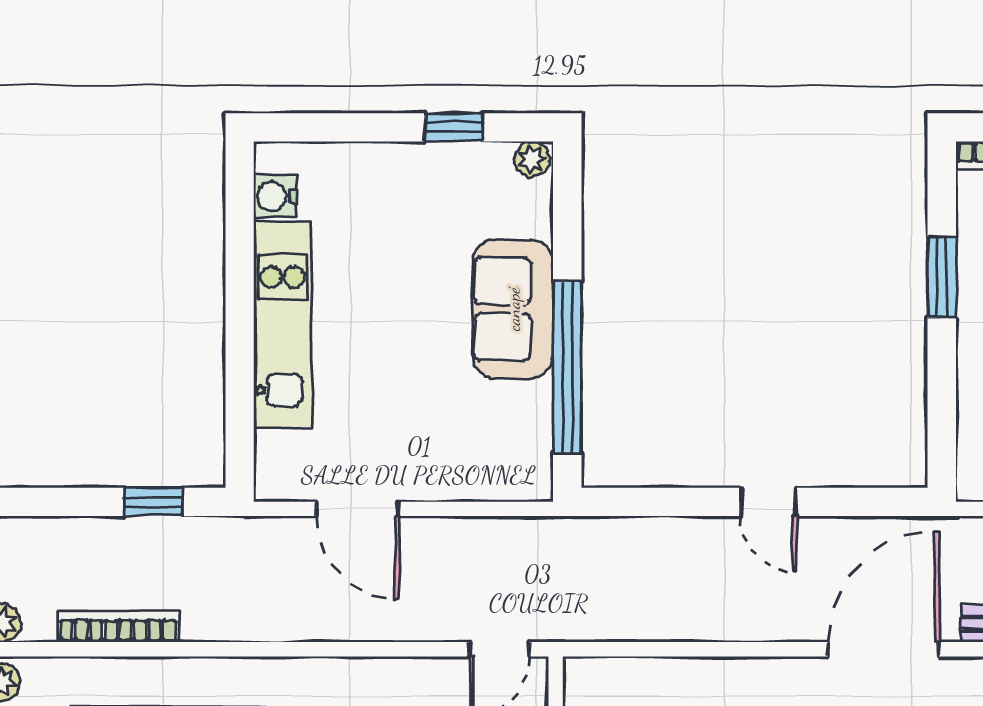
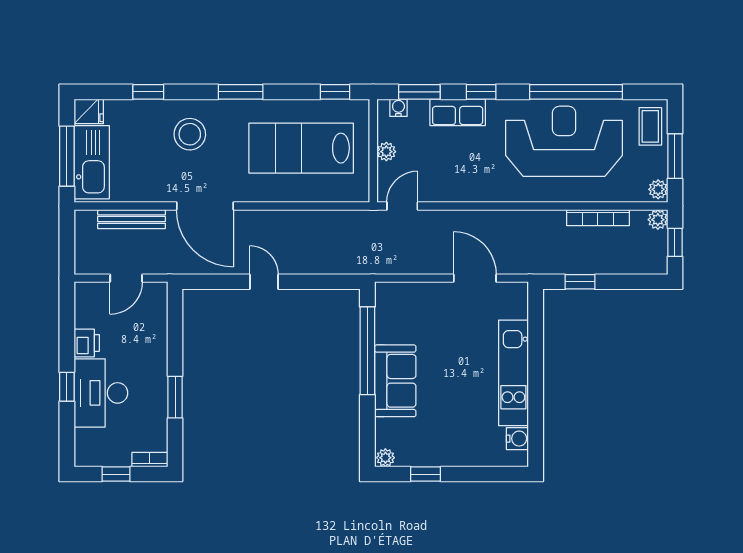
door: (883, 649) -> (205, 206), hinge flipped

